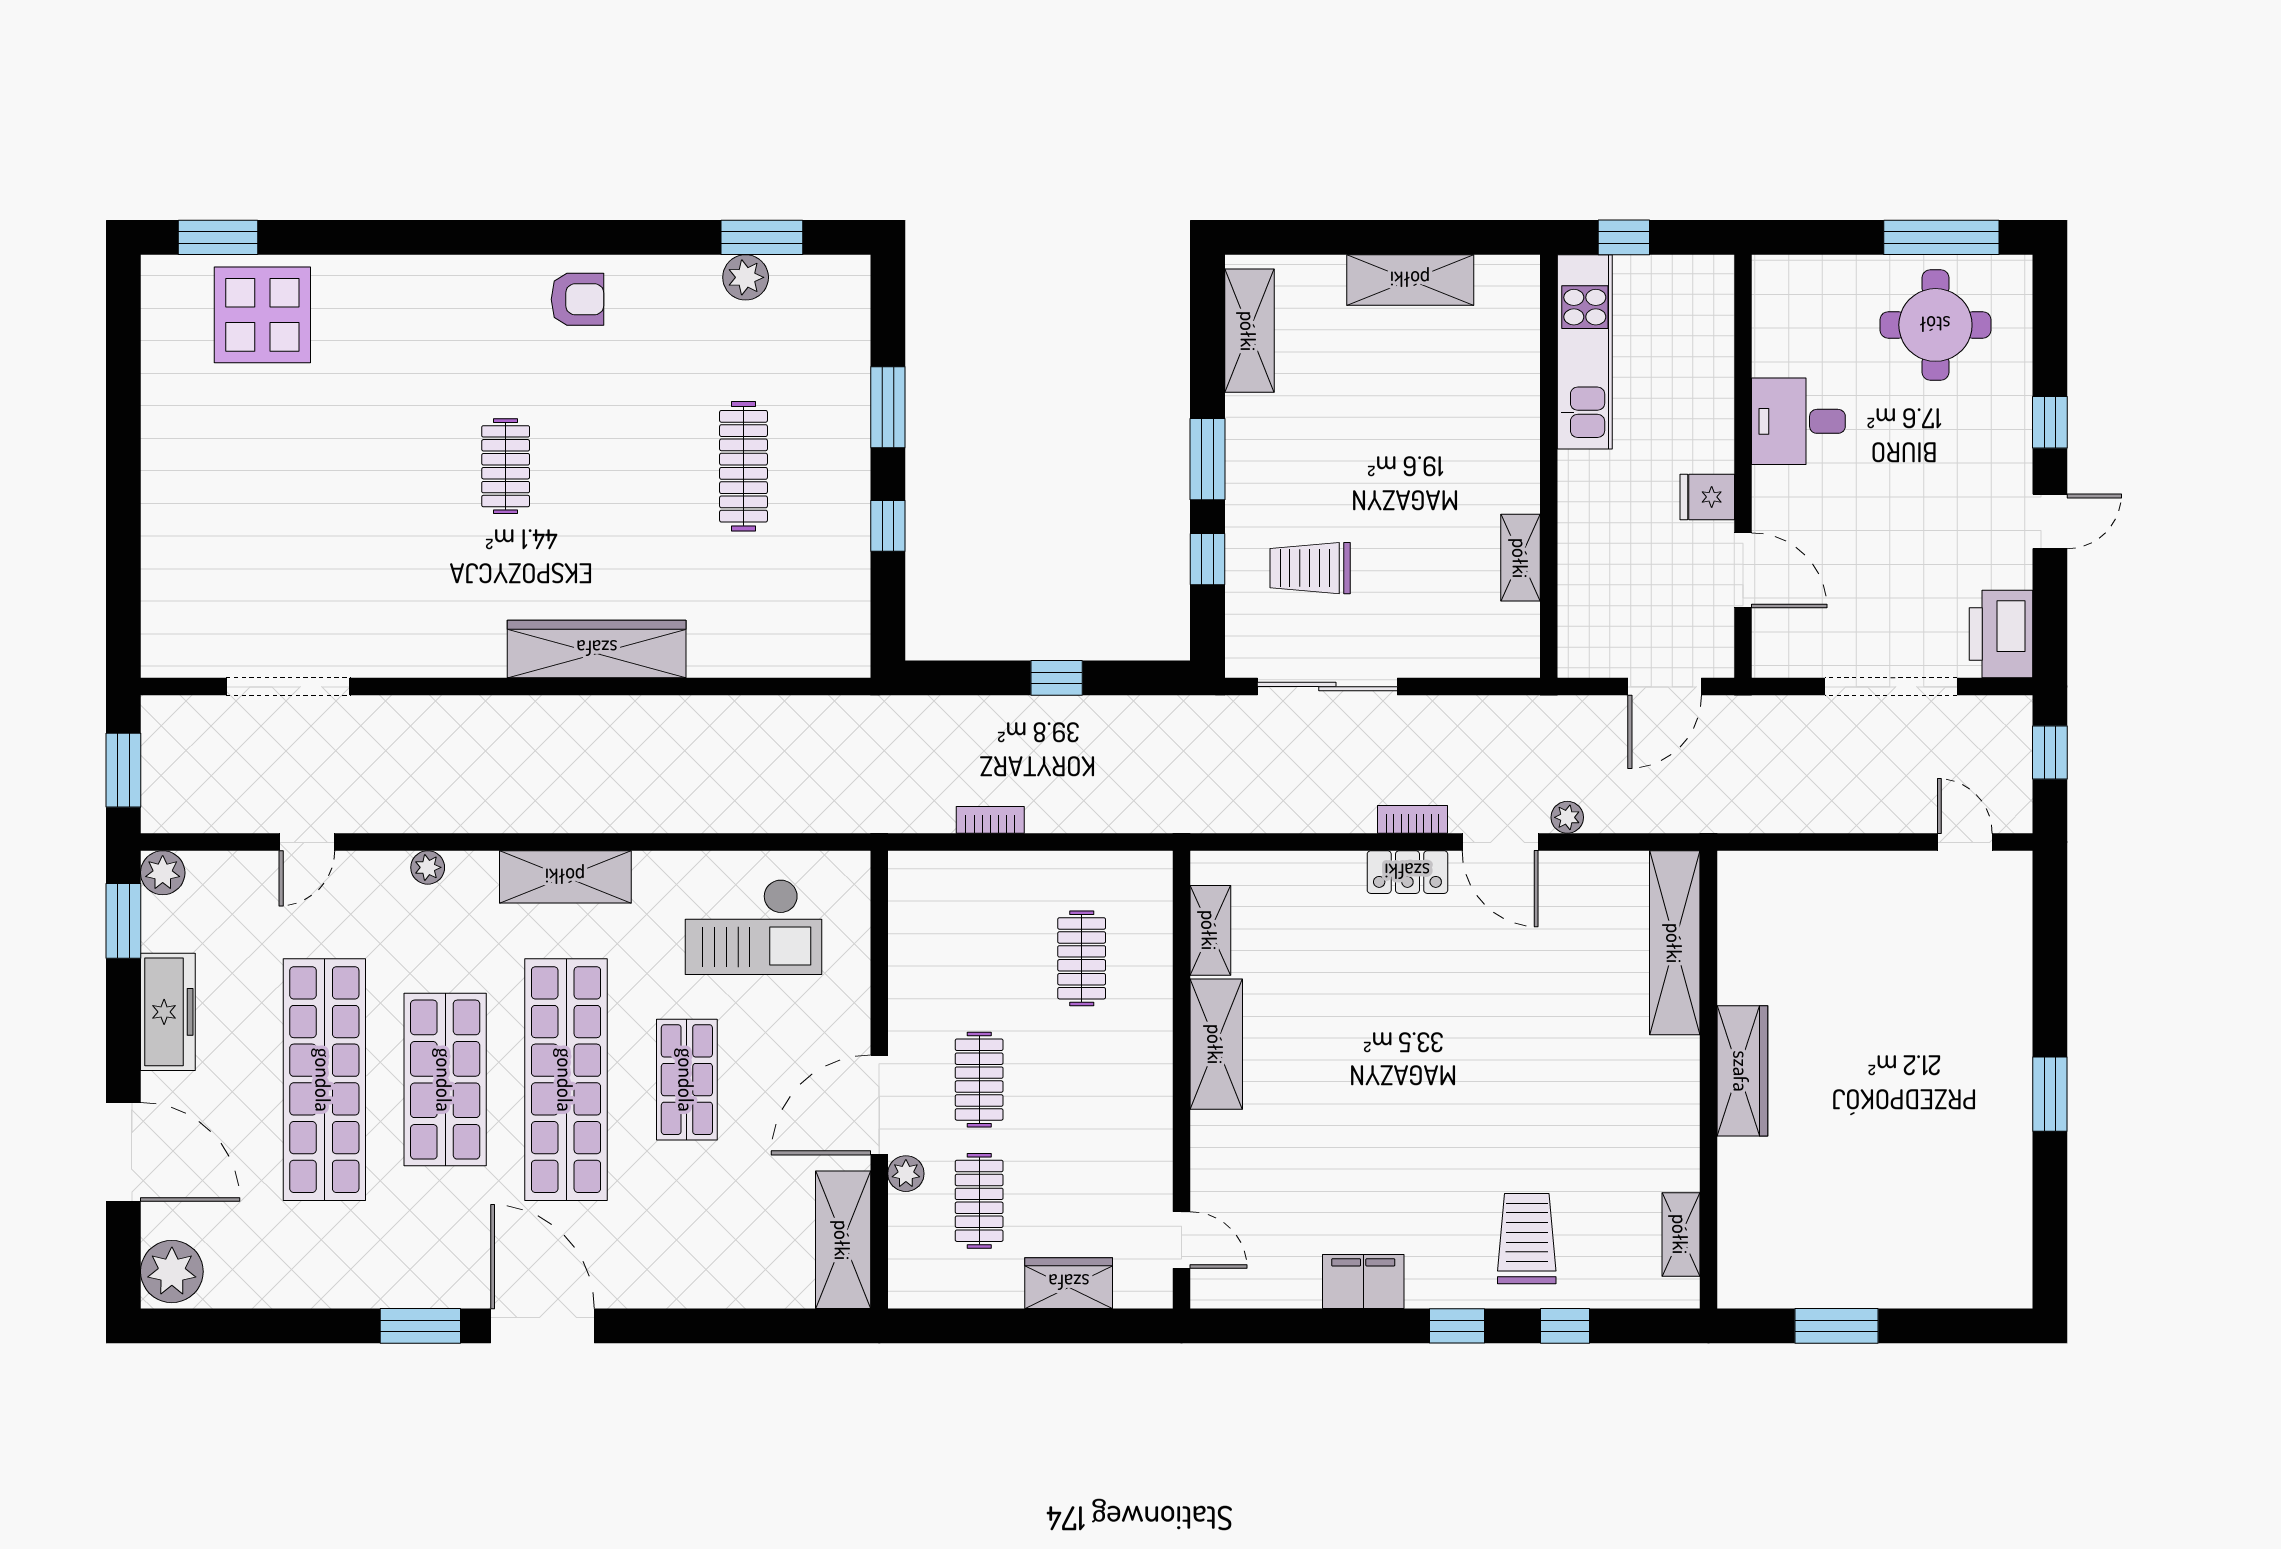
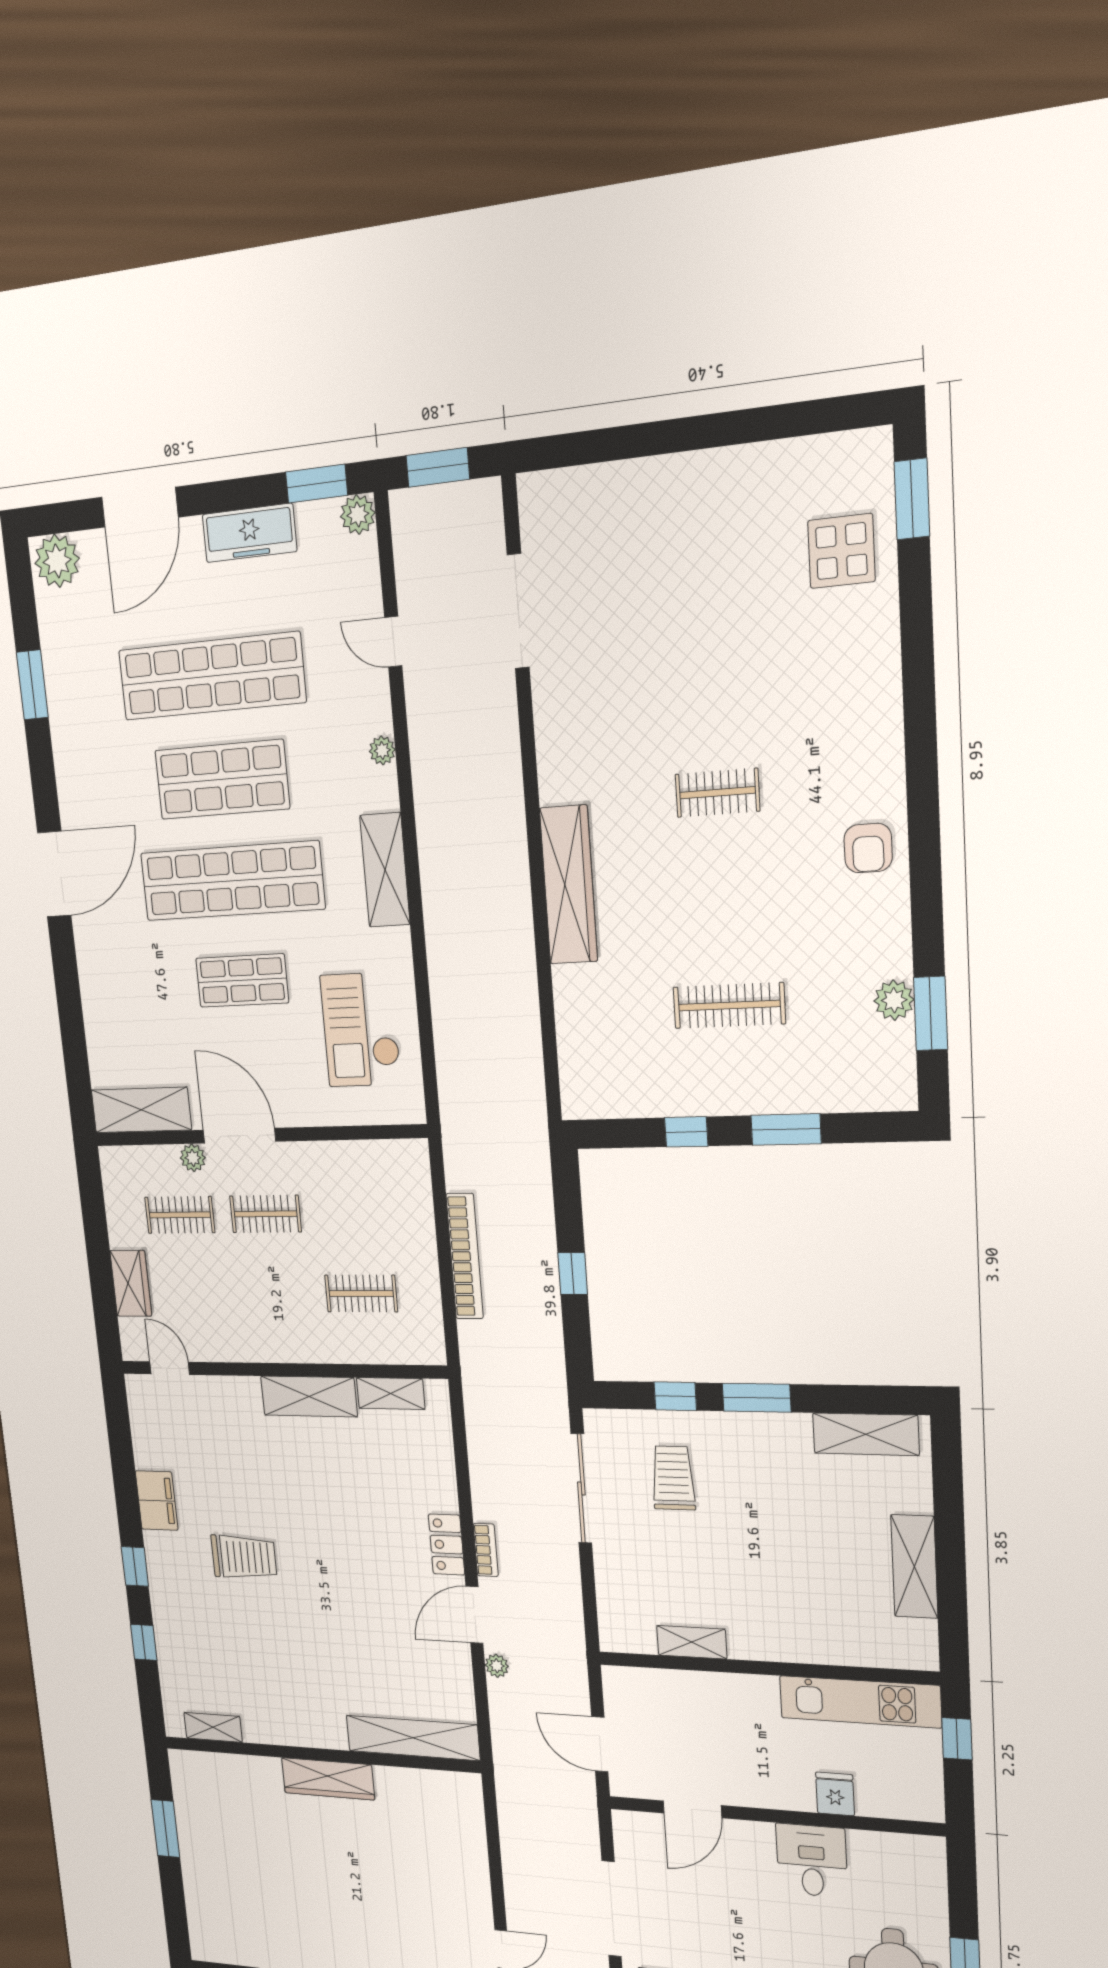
display table: (262, 315) -> (841, 551), width x0.73, depth x0.73
fridge: (1707, 497) -> (835, 1794), moved
bookcase: (990, 820) -> (465, 1256), width x2.31, depth x1.31
trolley: (1527, 1239) -> (244, 1557), moved
door: (1182, 1240) -> (170, 1368), swing flipped
window: (420, 1326) -> (32, 685), moved

